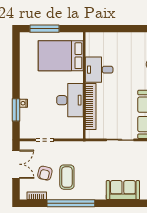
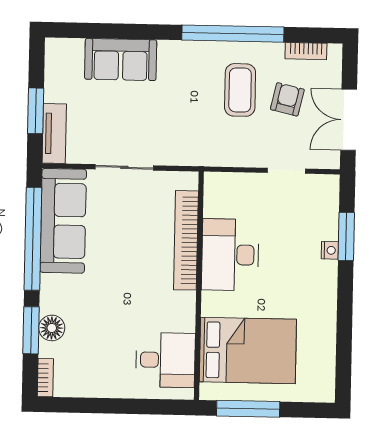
window: (44, 29) -> (248, 409), moved
desk: (99, 70) -> (165, 360), moved

